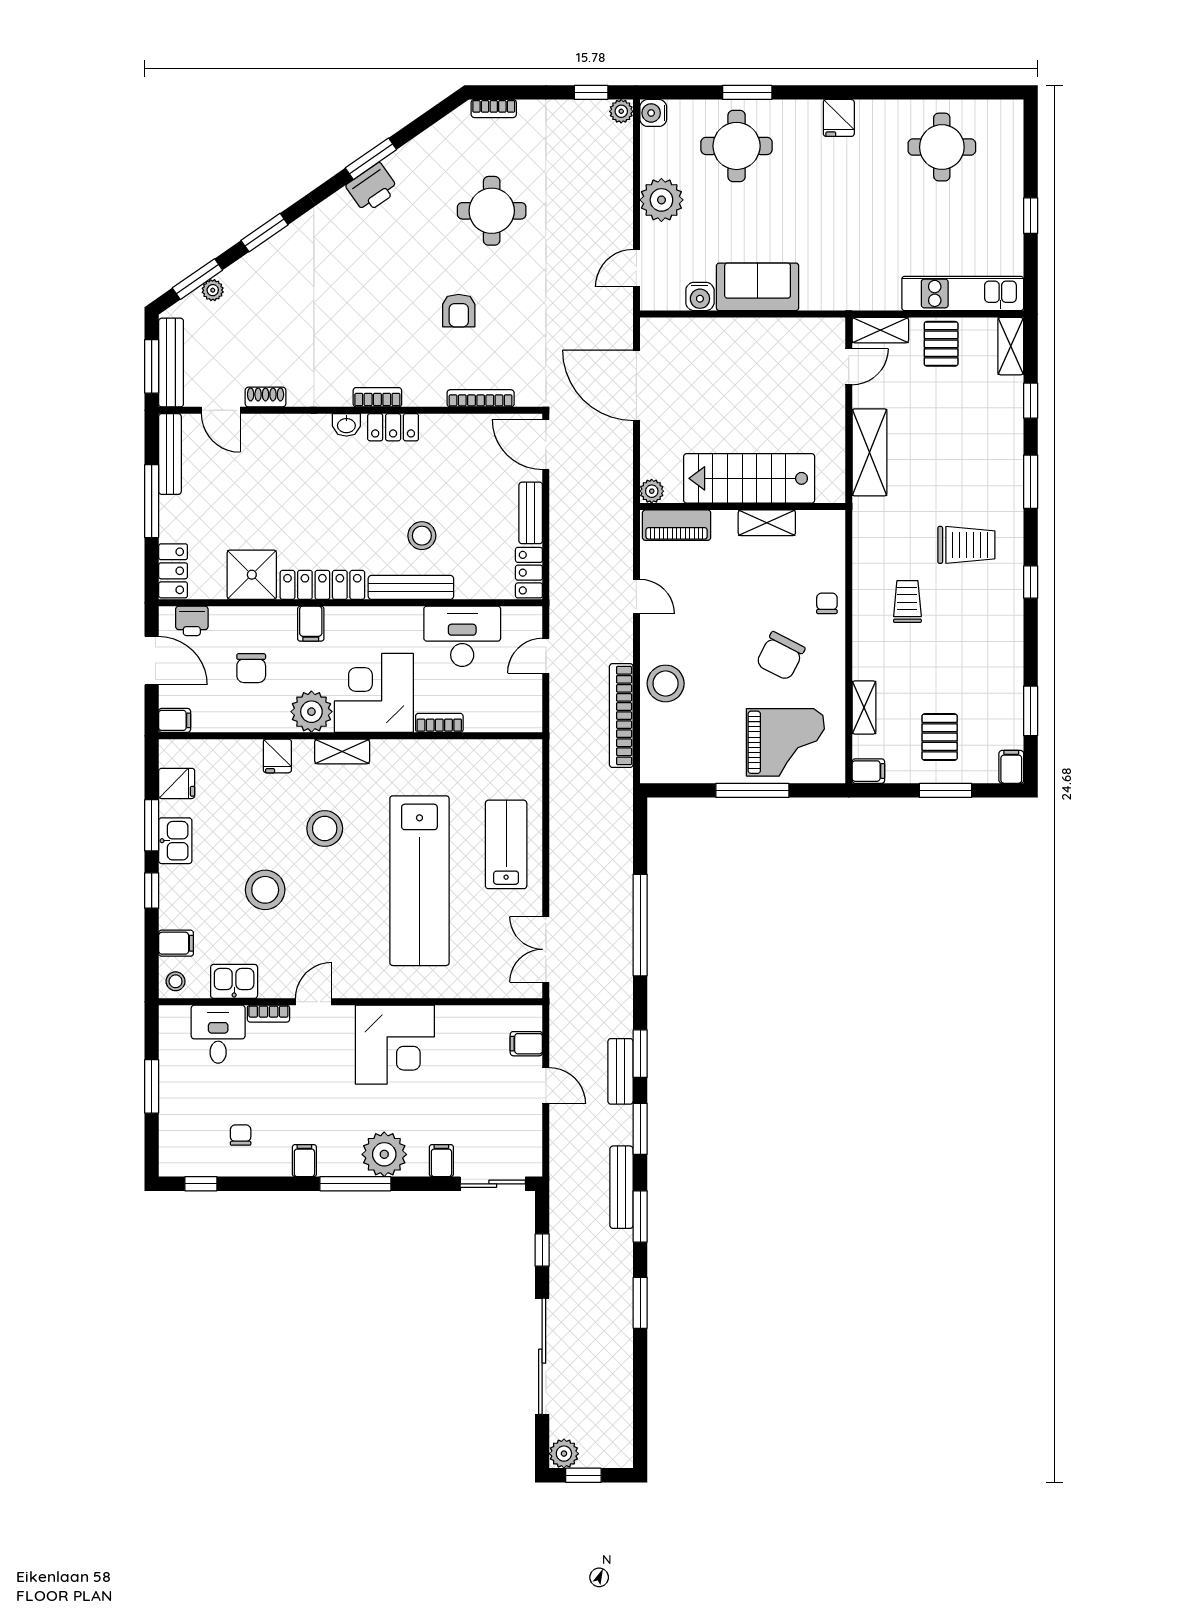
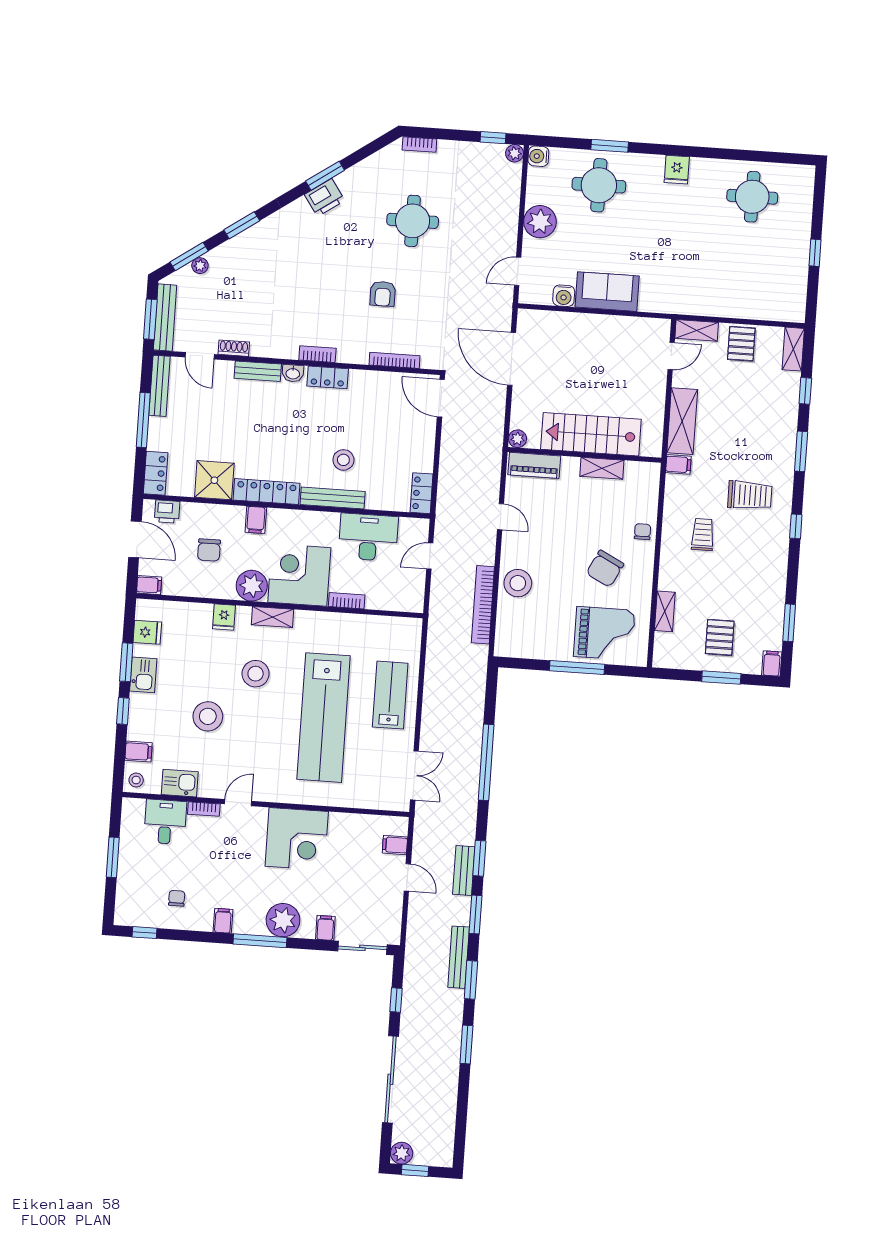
kitchen unit: (963, 293) -> (760, 307), removed
bench: (531, 513) -> (258, 371), moved, turned 90
filing cabinet: (868, 771) -> (678, 464), moved
double door: (546, 949) -> (414, 775), swing flipped

